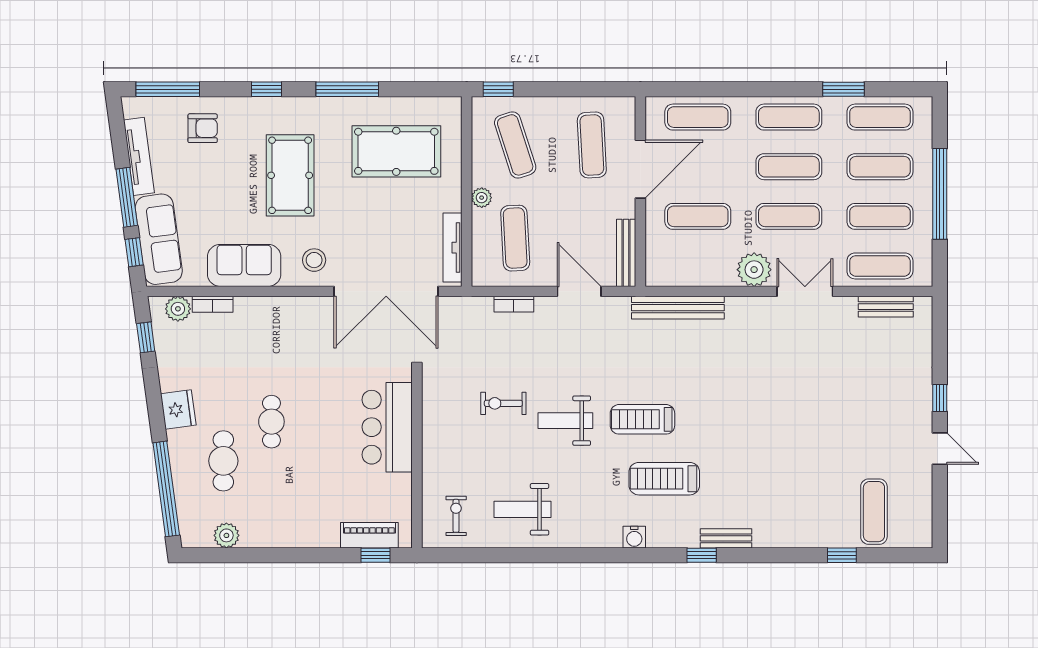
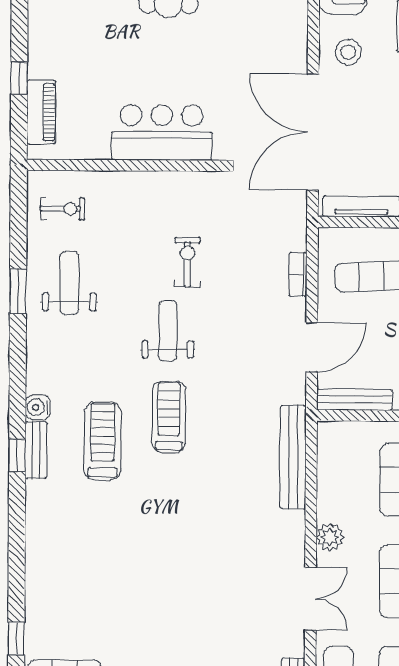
plant: (754, 270) -> (330, 537), width x0.73, depth x0.73
bench: (726, 538) -> (36, 450), moved
window: (375, 555) -> (19, 78), moved
window: (530, 555) -> (18, 291), added
window: (702, 555) -> (17, 455), moved

